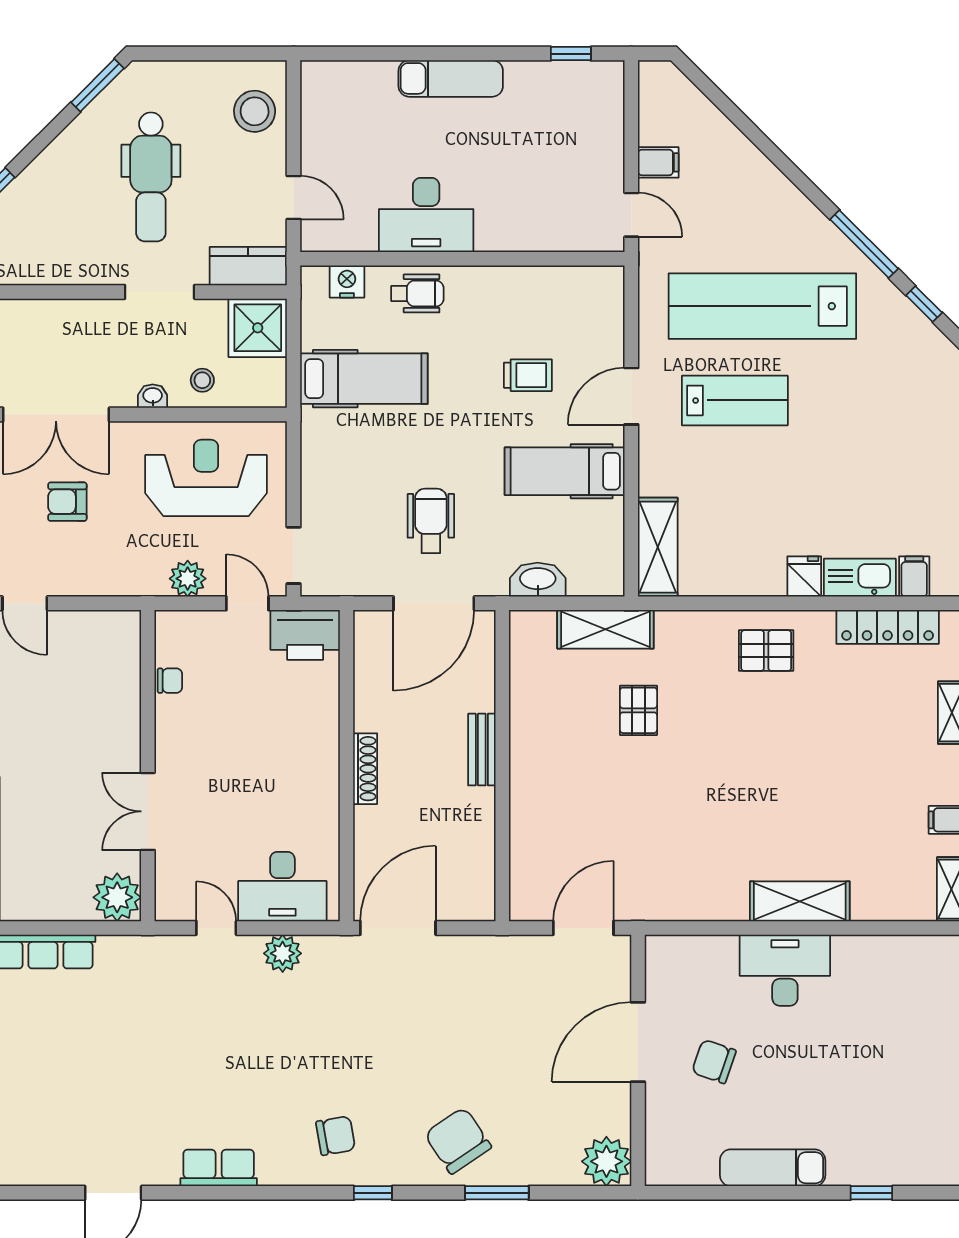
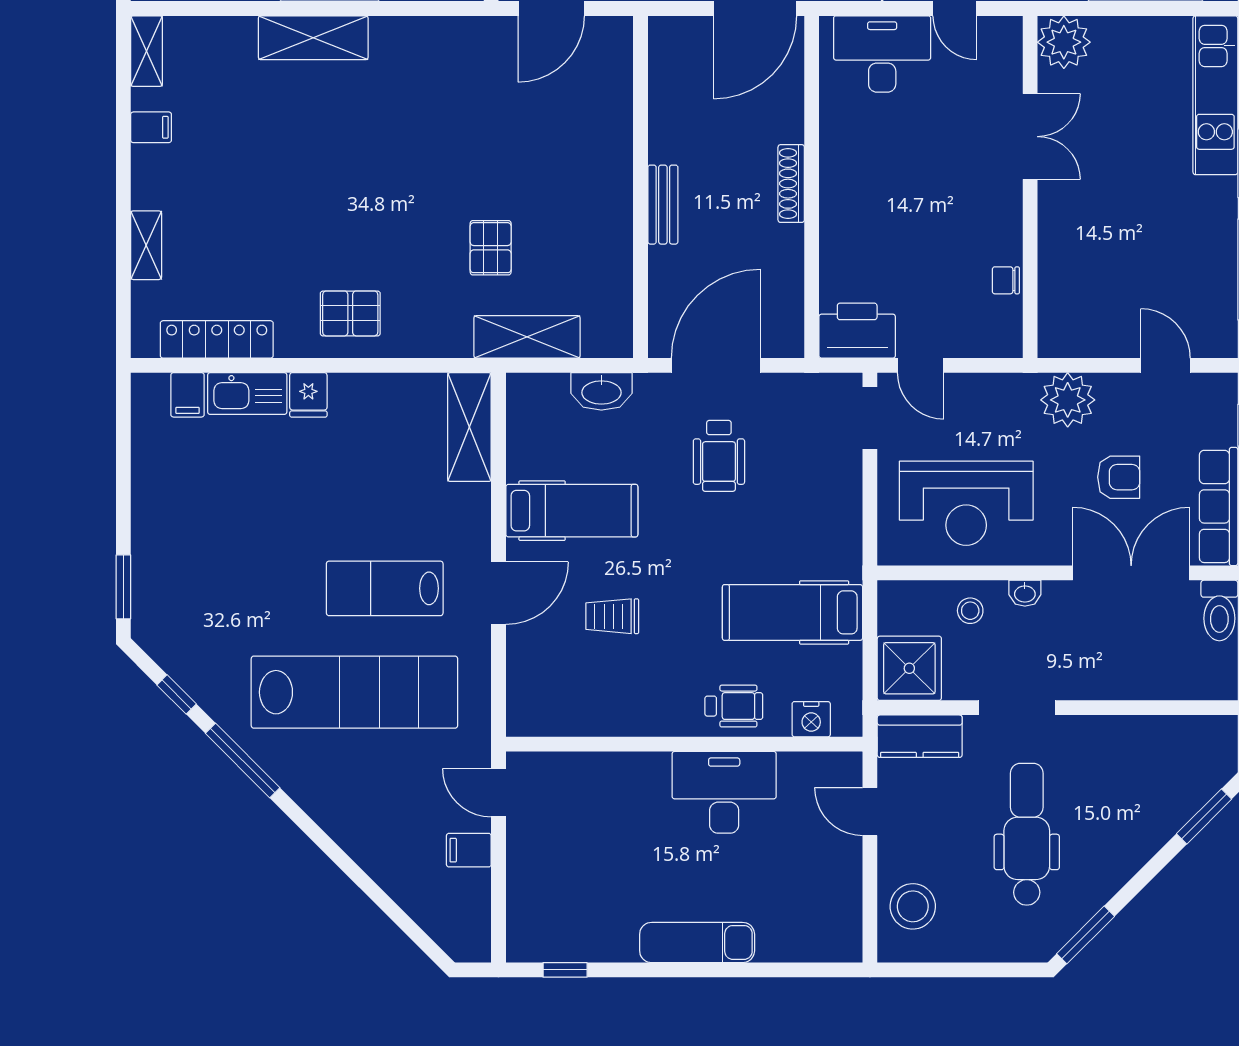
wheelchair: (417, 293) -> (734, 706), turned 180
plant: (188, 579) -> (1068, 400), moved, width x1.36, depth x1.36

